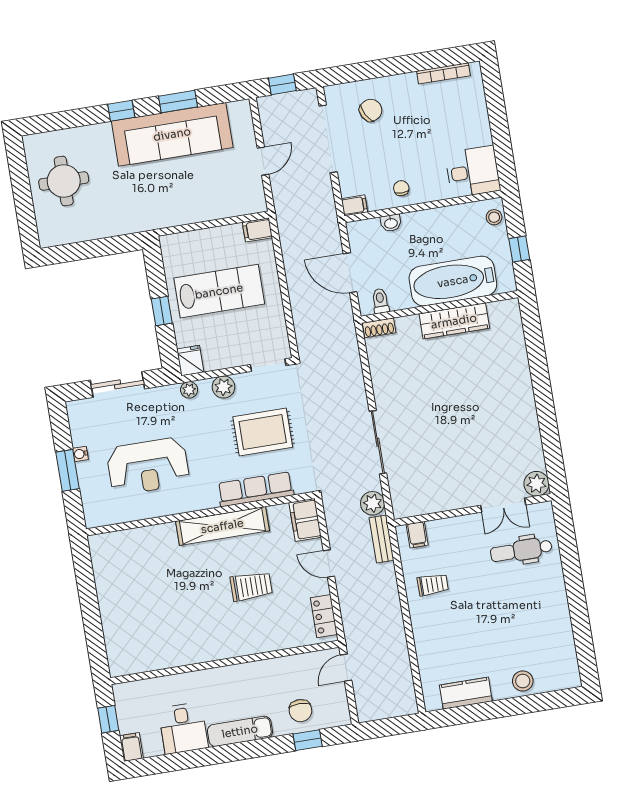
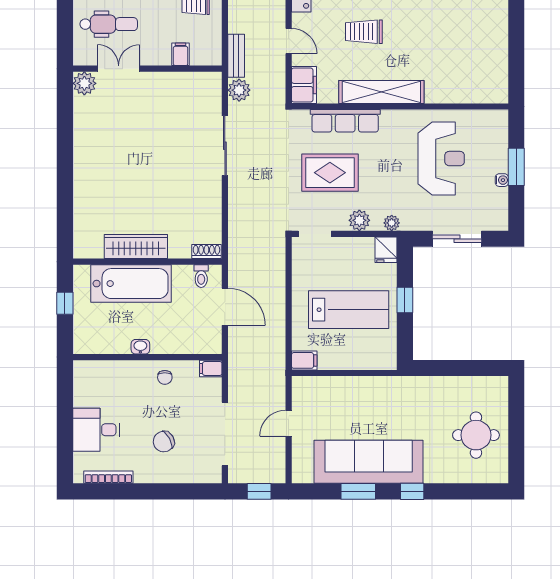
chair: (371, 110) -> (164, 442), moved
desk: (473, 172) -> (96, 430), moved
stool: (494, 217) -> (83, 336), removed
washbasin: (391, 223) -> (140, 347), moved
lab bench: (219, 291) -> (349, 310), turned 180
reception desk: (148, 466) -> (441, 159), turned 90
filing cabinet: (417, 535) -> (181, 54), moved

